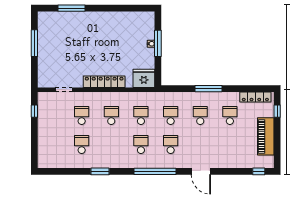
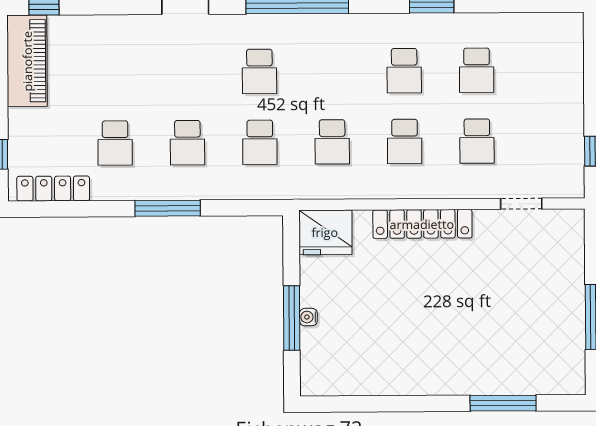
piano: (266, 136) -> (27, 61), moved
school desk: (141, 145) -> (404, 71), moved

